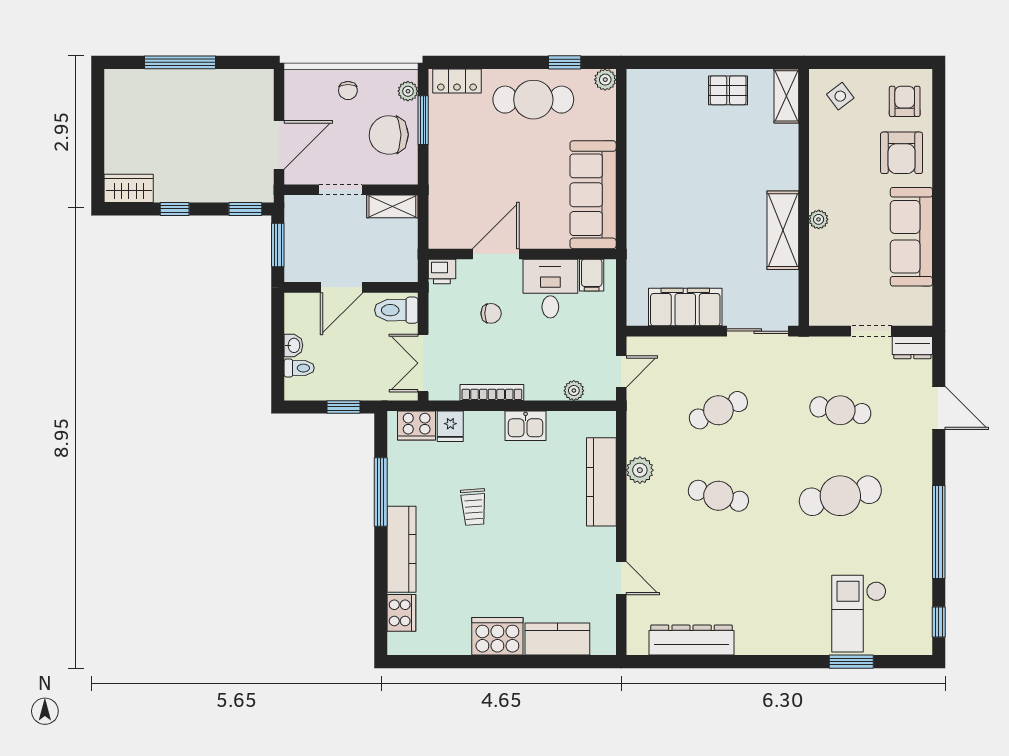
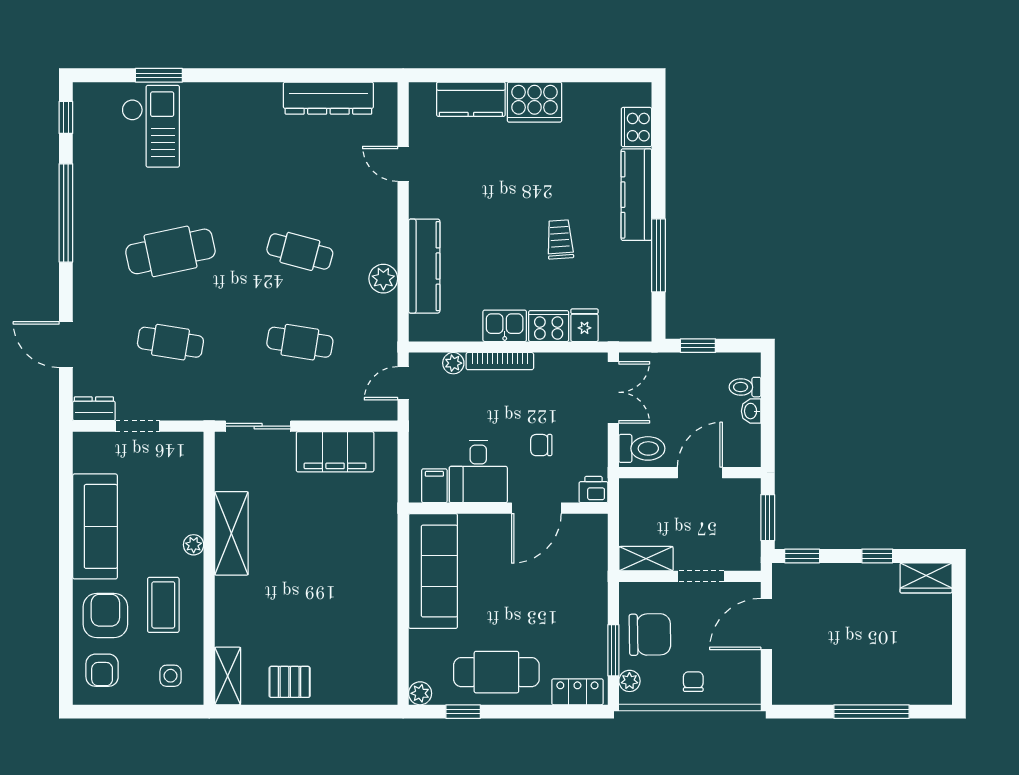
side table: (840, 96) -> (171, 676), turned 37
coffee table: (847, 163) -> (163, 605), added
bookcase: (492, 392) -> (500, 361), moved
cafe table: (718, 410) -> (300, 342), turned 33
cooker: (417, 425) -> (549, 326), moved

